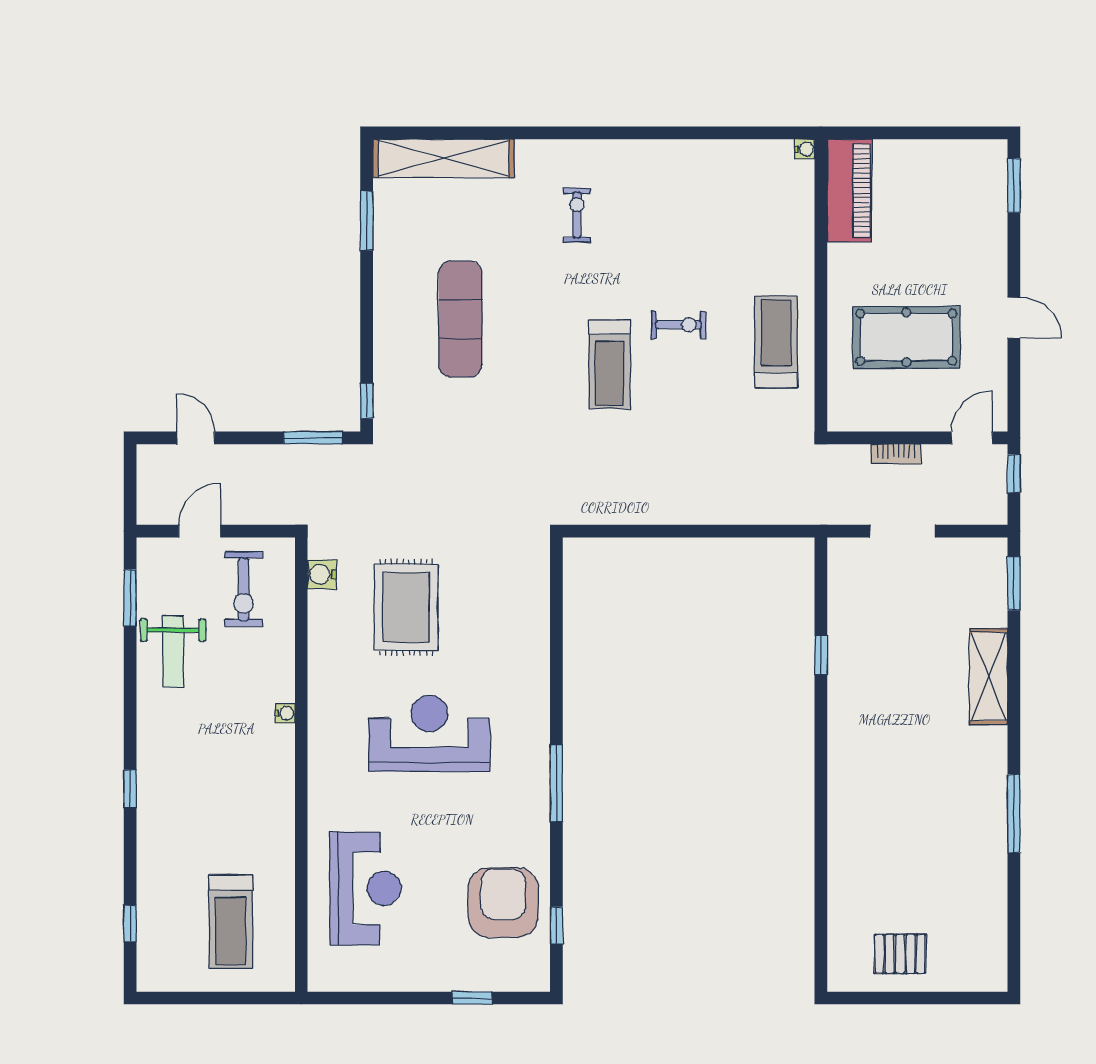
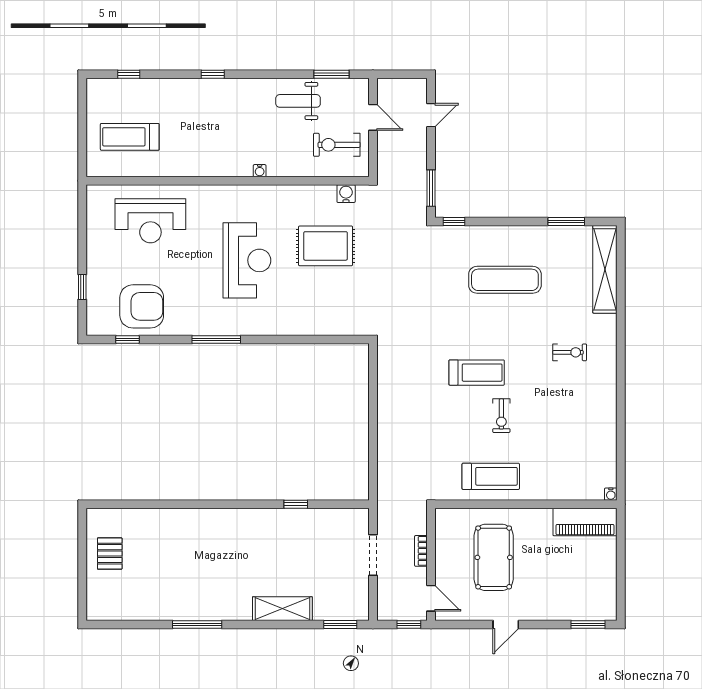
treadmill: (609, 365) -> (477, 373), turned 180

